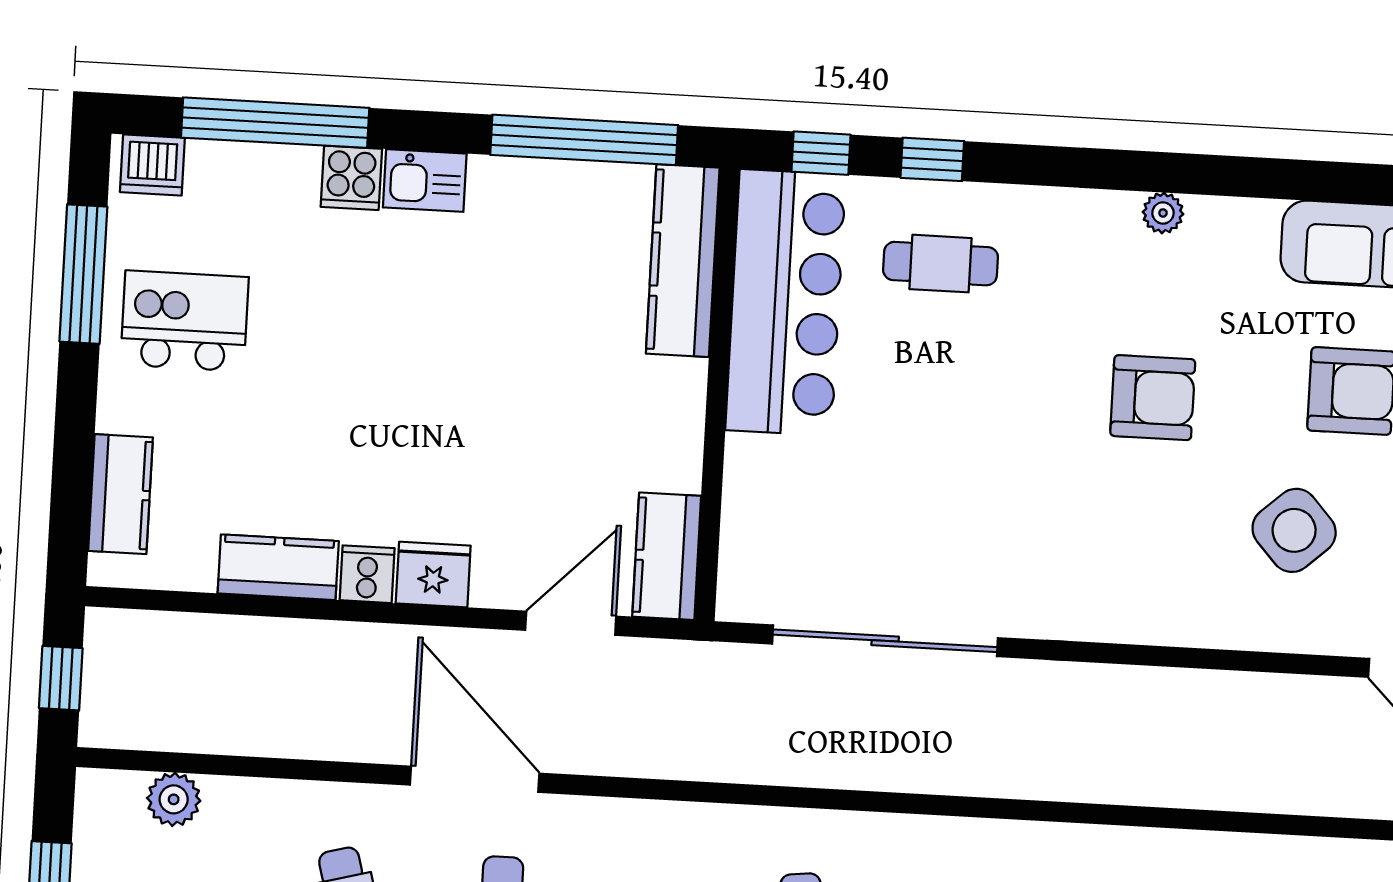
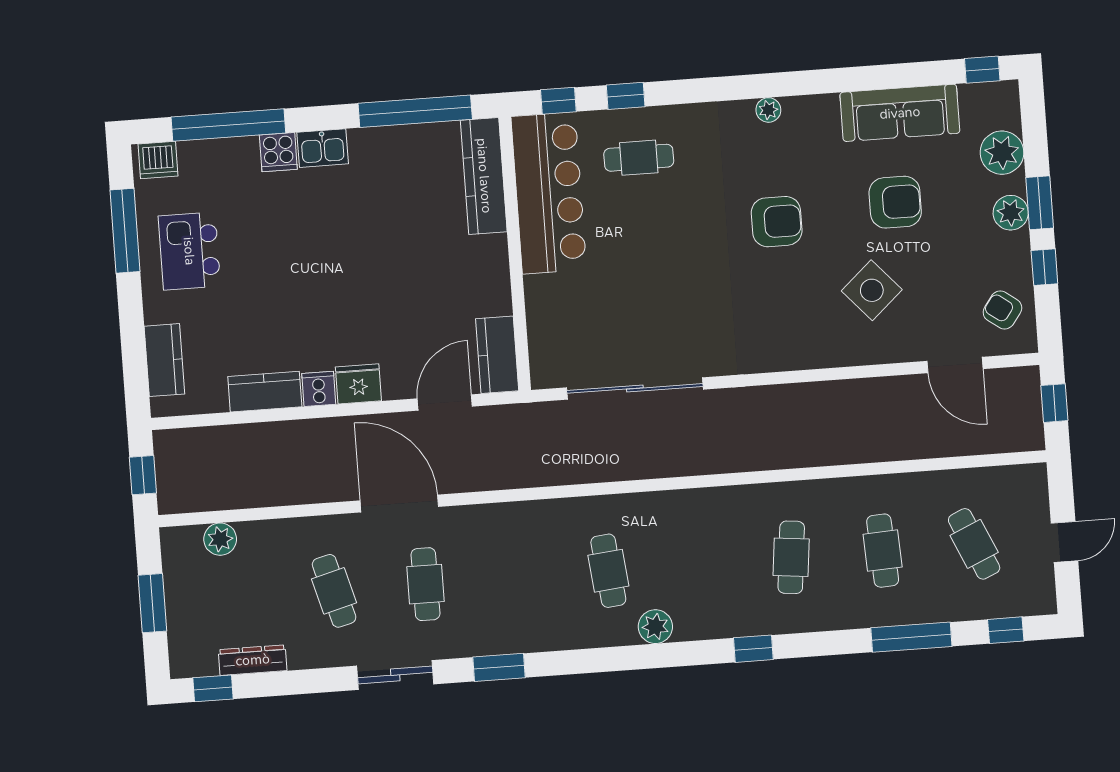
kitchen island: (185, 321) -> (189, 251), turned -90

